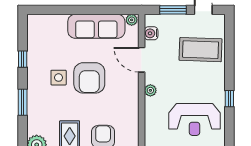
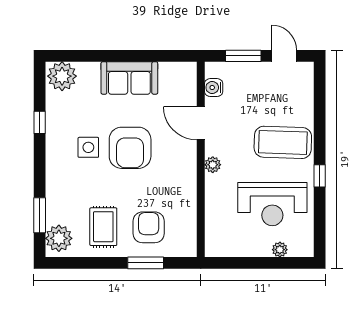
plant: (132, 20) -> (62, 76), moved, width x1.87, depth x1.87
sofa: (96, 26) -> (129, 78), width x0.73
coffee table: (201, 50) -> (283, 142), moved
window: (23, 102) -> (40, 215), moved

